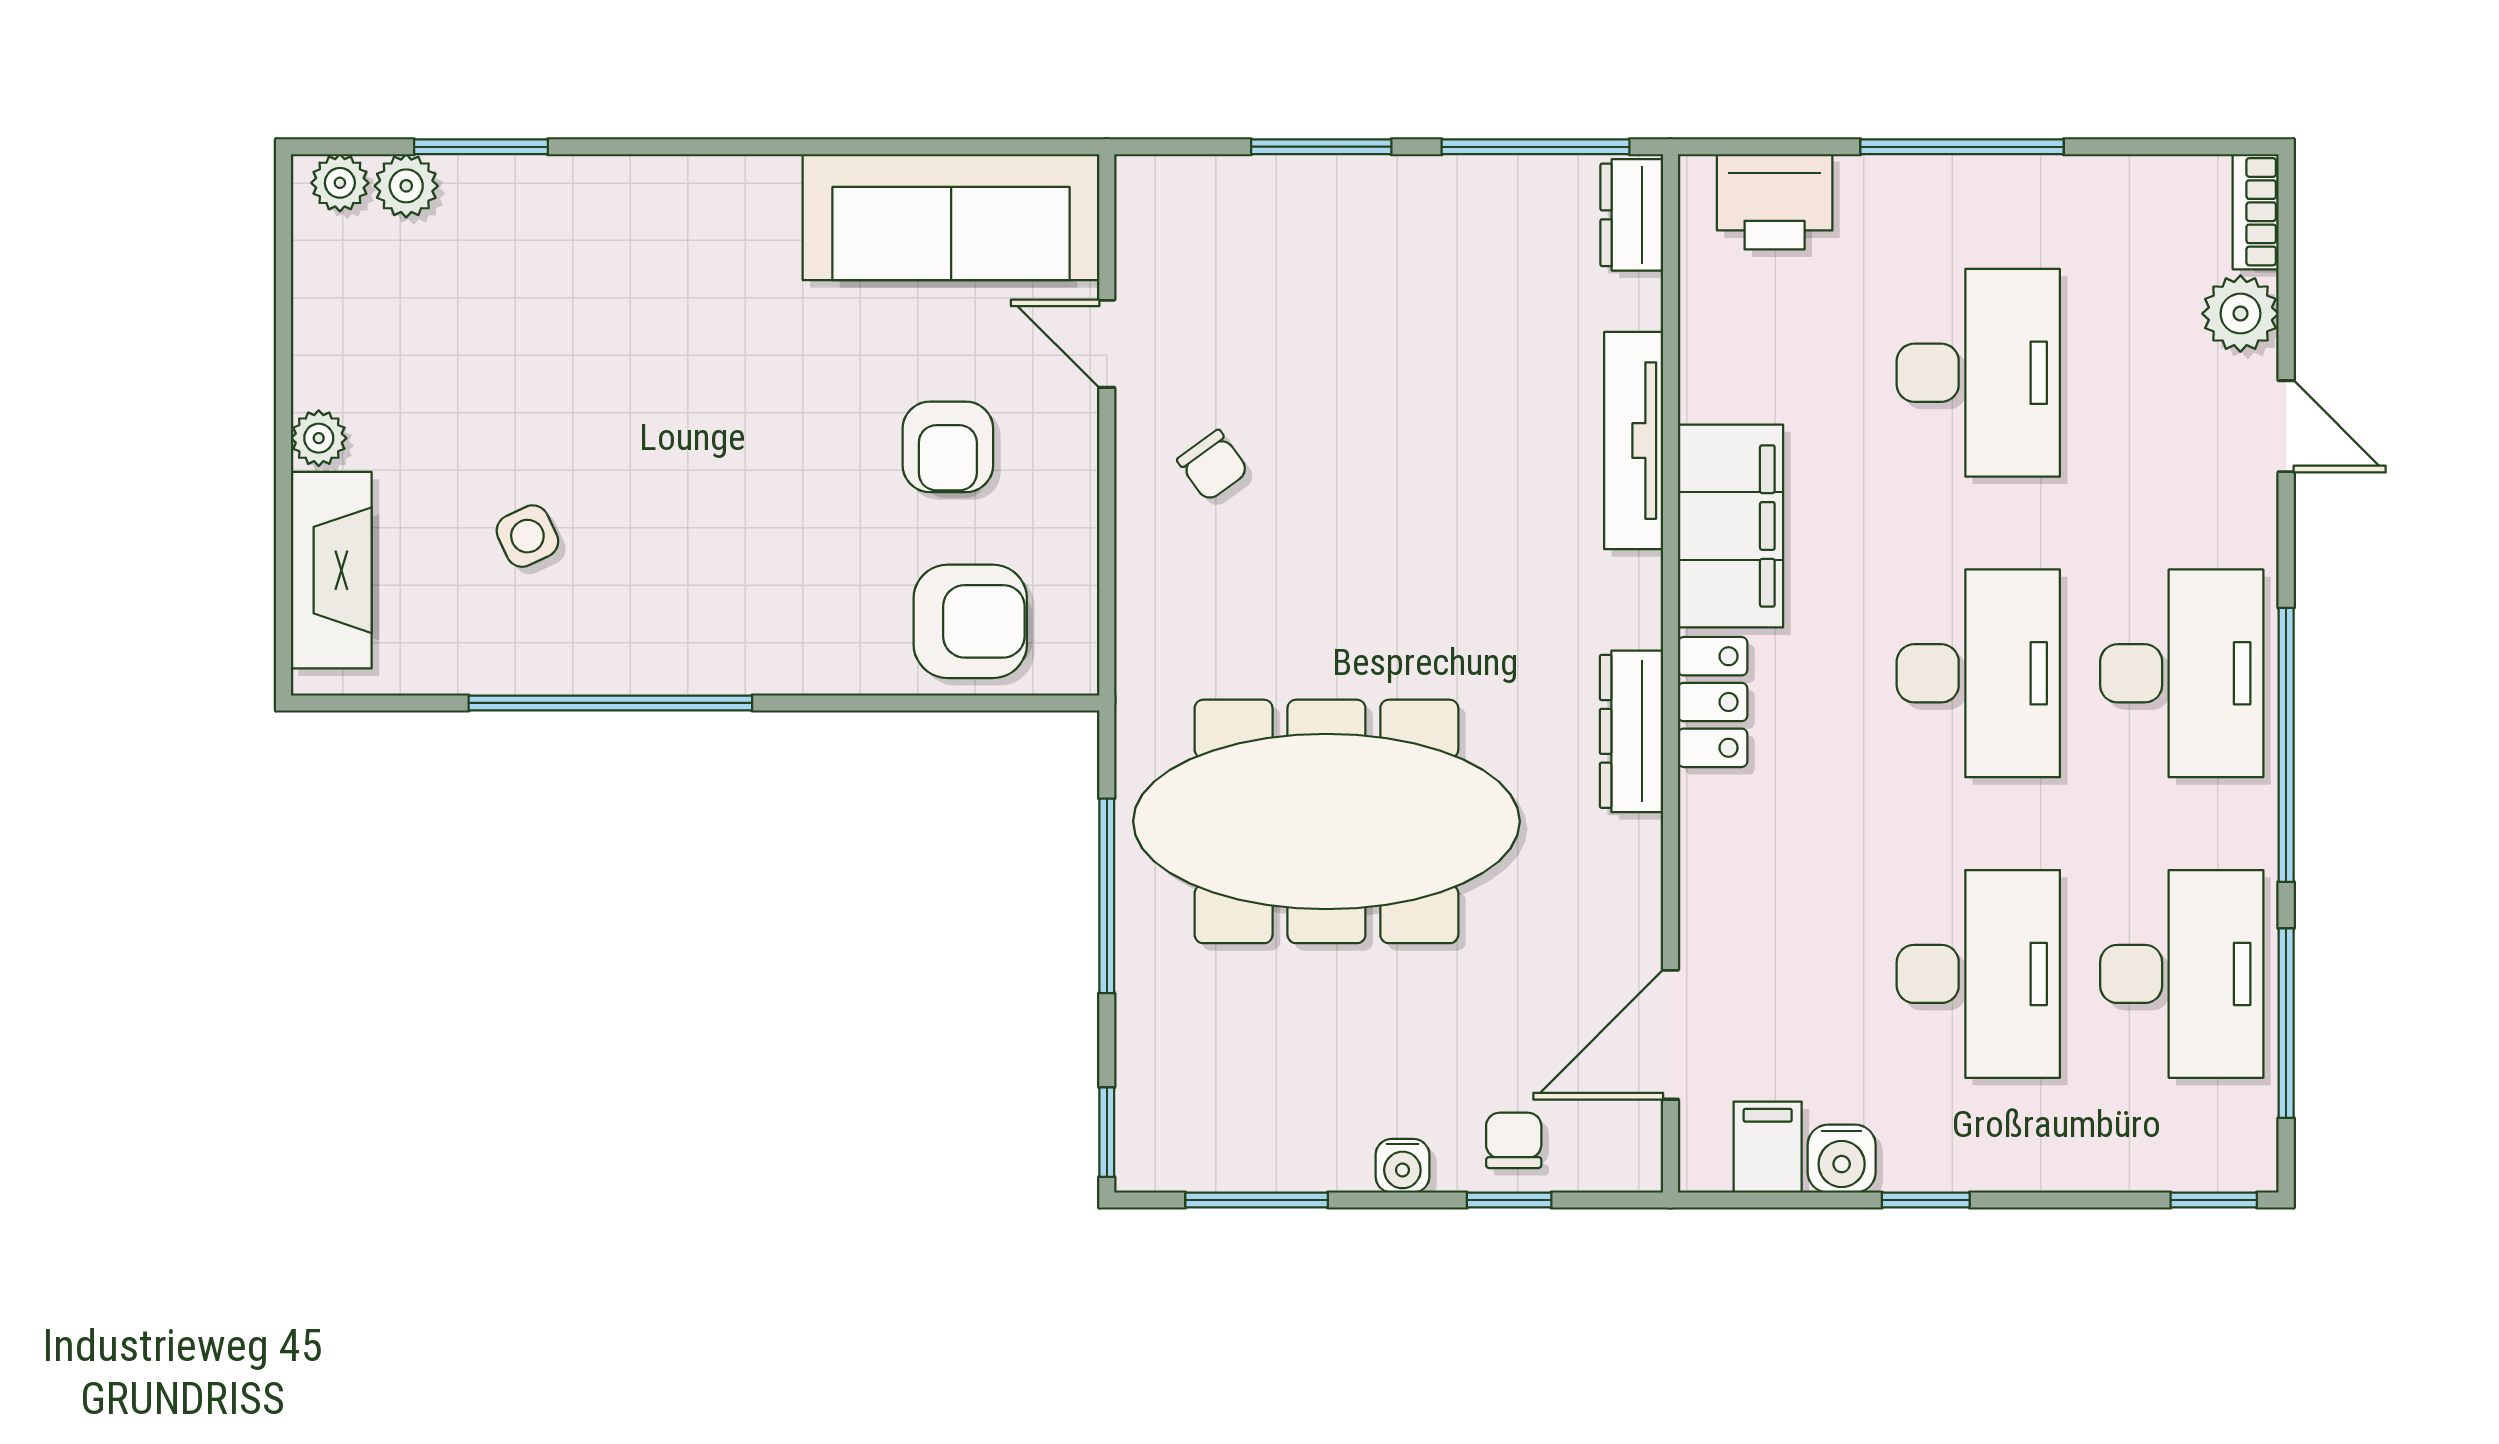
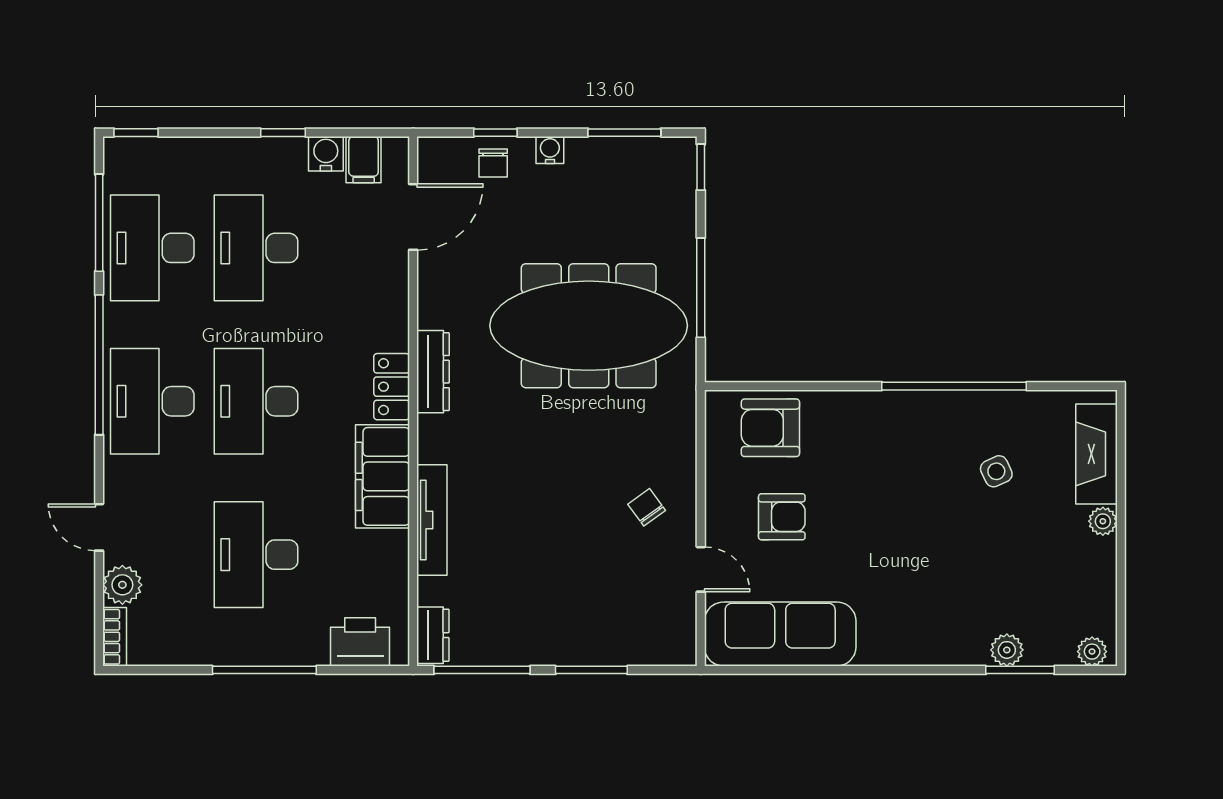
plant: (406, 186) -> (1007, 650), moved
armchair: (948, 447) -> (782, 517), turned 90

